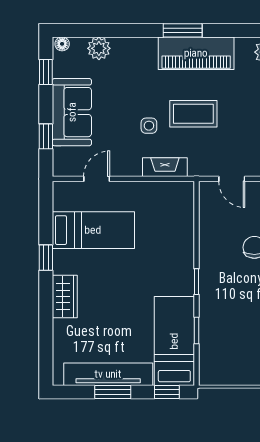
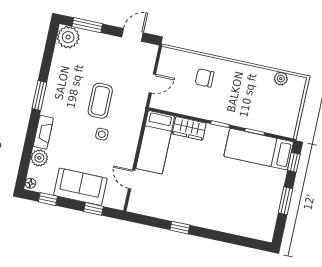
piano: (196, 53) -> (58, 89), removed
fireplace: (165, 167) -> (43, 132), moved, turned 180
bed: (93, 230) -> (155, 142), moved, turned 180
wardrobe: (65, 297) -> (189, 128), moved, turned 180
tv unit: (108, 374) -> (272, 201), removed

